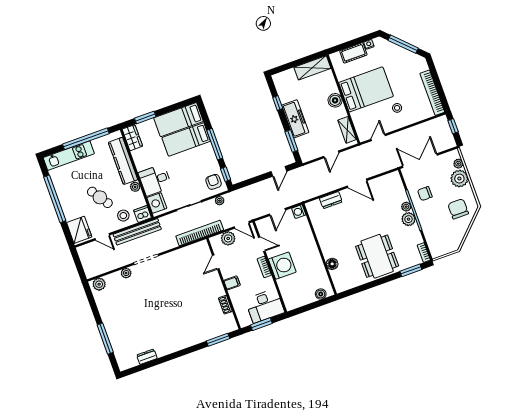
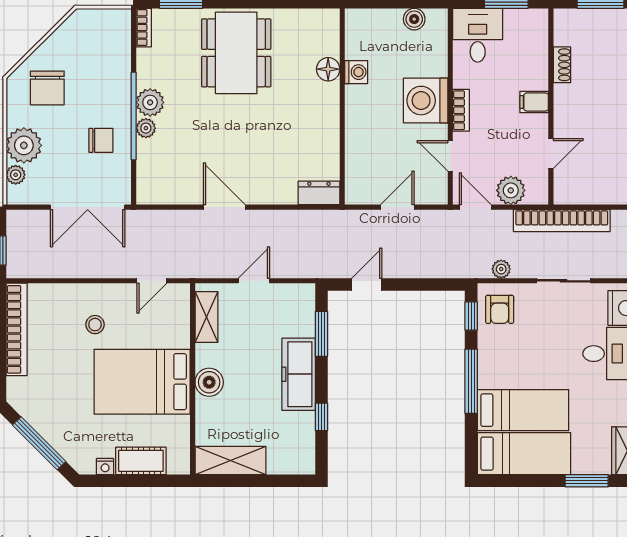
dresser: (331, 200) -> (319, 193), moved
washing machine: (299, 212) -> (356, 72), moved
boiler: (321, 294) -> (414, 19), moved
desk: (265, 306) -> (478, 35), width x0.73

